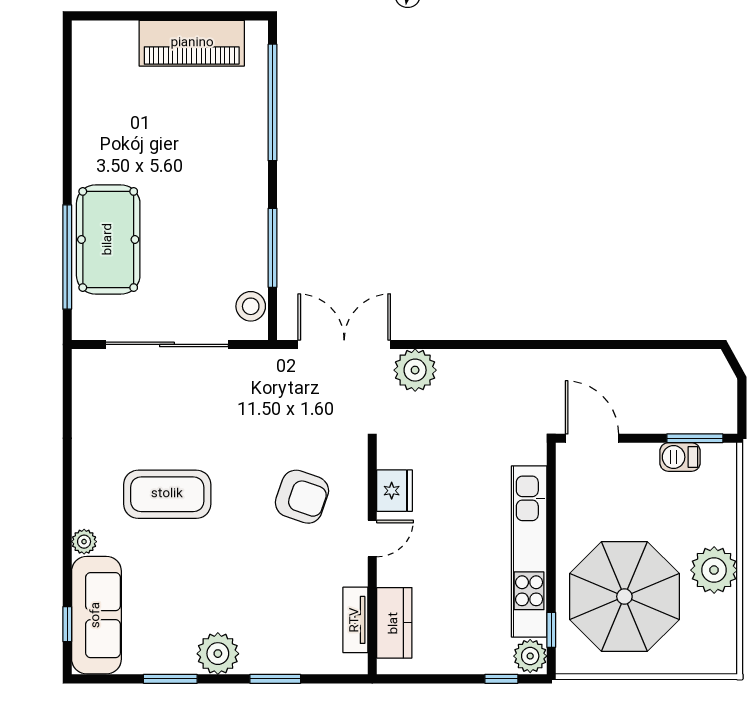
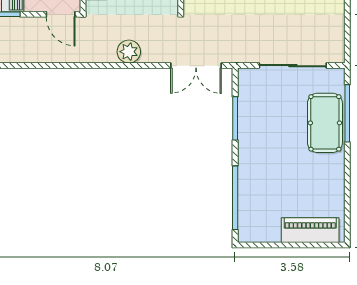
piano: (192, 43) -> (310, 230), moved
stool: (251, 306) -> (247, 86), removed
plant: (415, 370) -> (129, 52), moved

